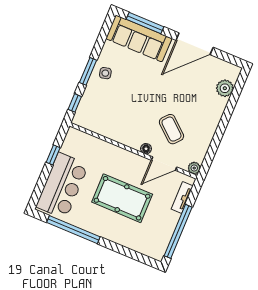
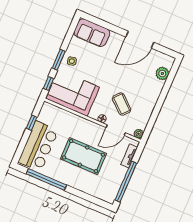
window: (145, 23) -> (102, 23), removed
sofa: (139, 39) -> (92, 33), width x0.73
corner sofa: (107, 115) -> (73, 93), added

